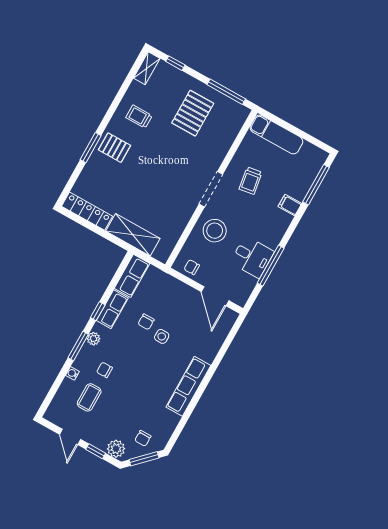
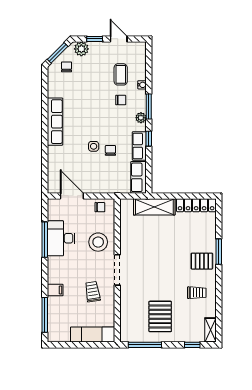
desk: (252, 257) -> (61, 238), width x1.37

